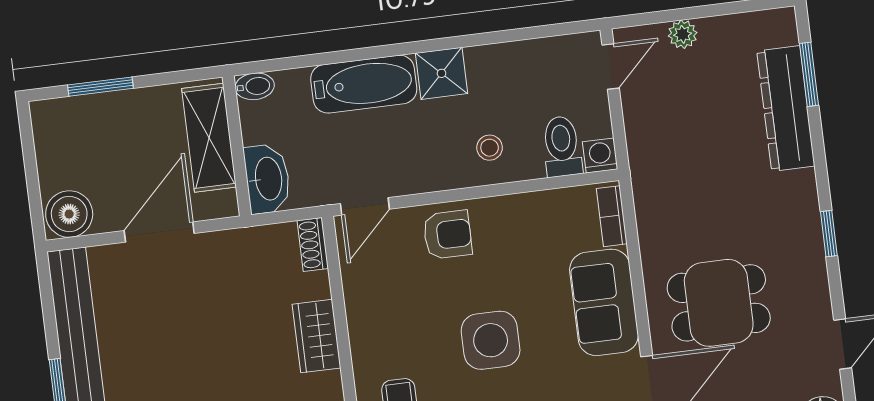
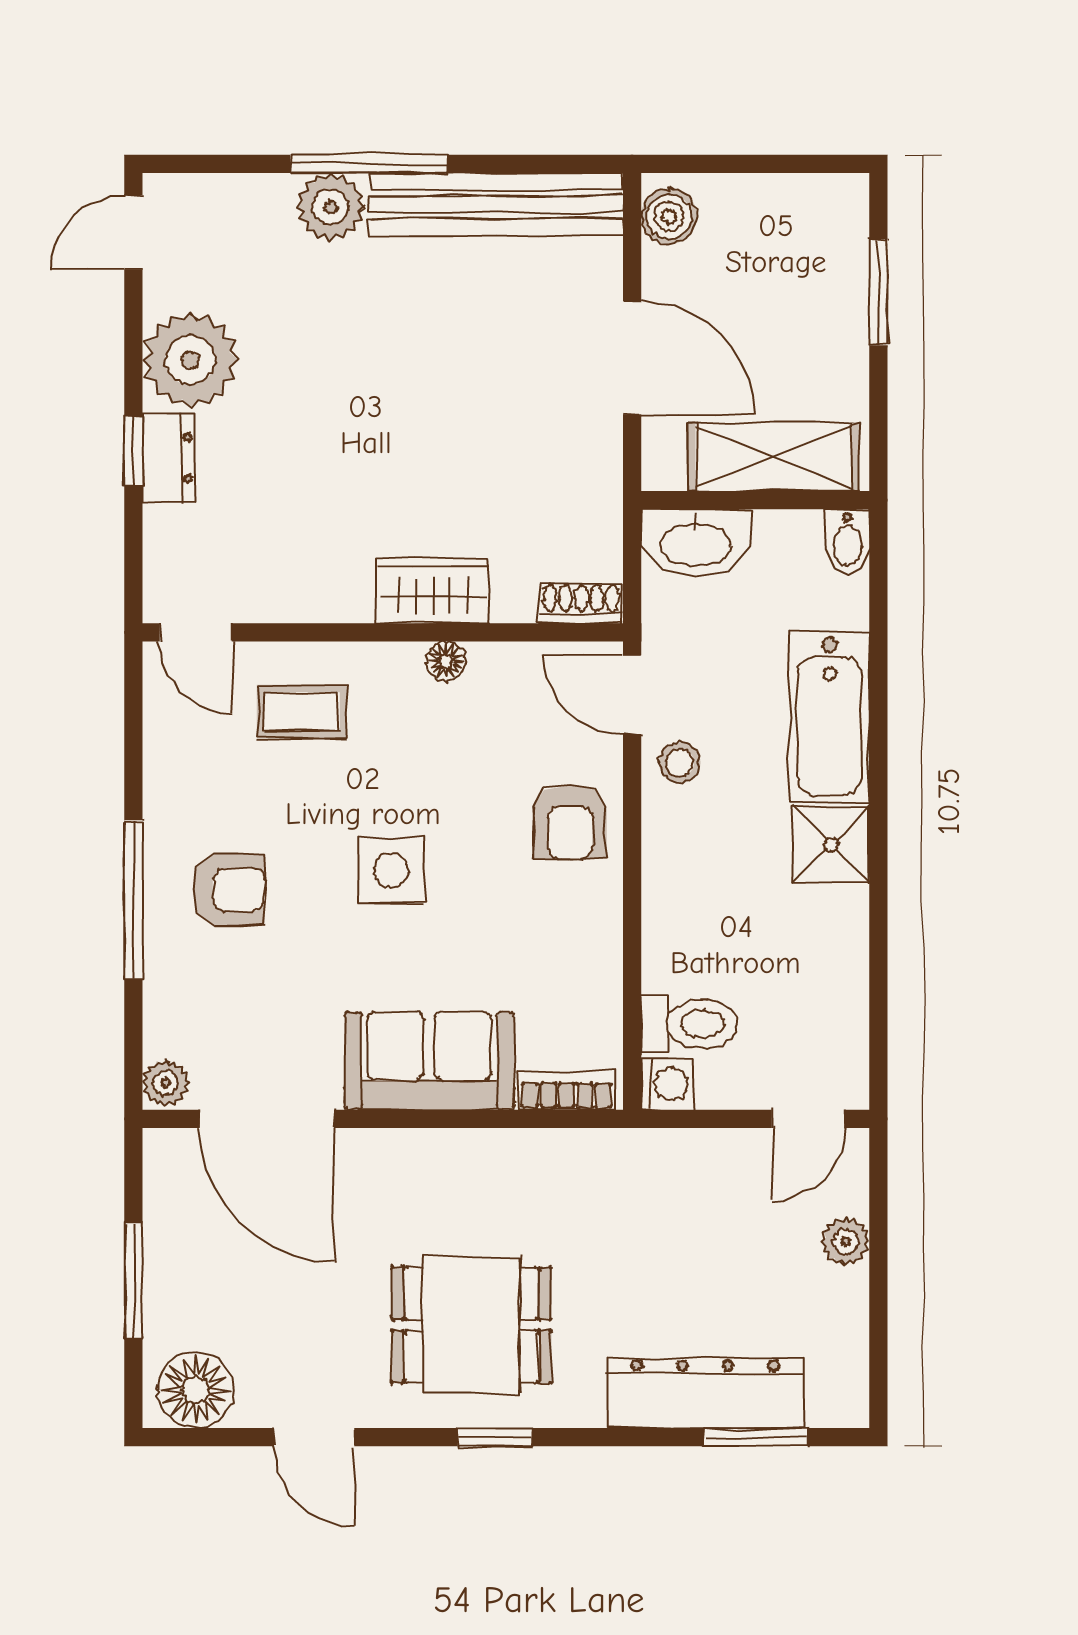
door: (611, 67) -> (808, 1119), hinge flipped
stool: (490, 148) -> (680, 763), moved
boiler: (69, 214) -> (669, 216), width x0.73, depth x0.73
dining table: (719, 303) -> (471, 1325), moved, turned 90
floor lamp: (359, 323) -> (446, 661), added
side table: (491, 340) -> (391, 870), width x0.73, depth x0.73

